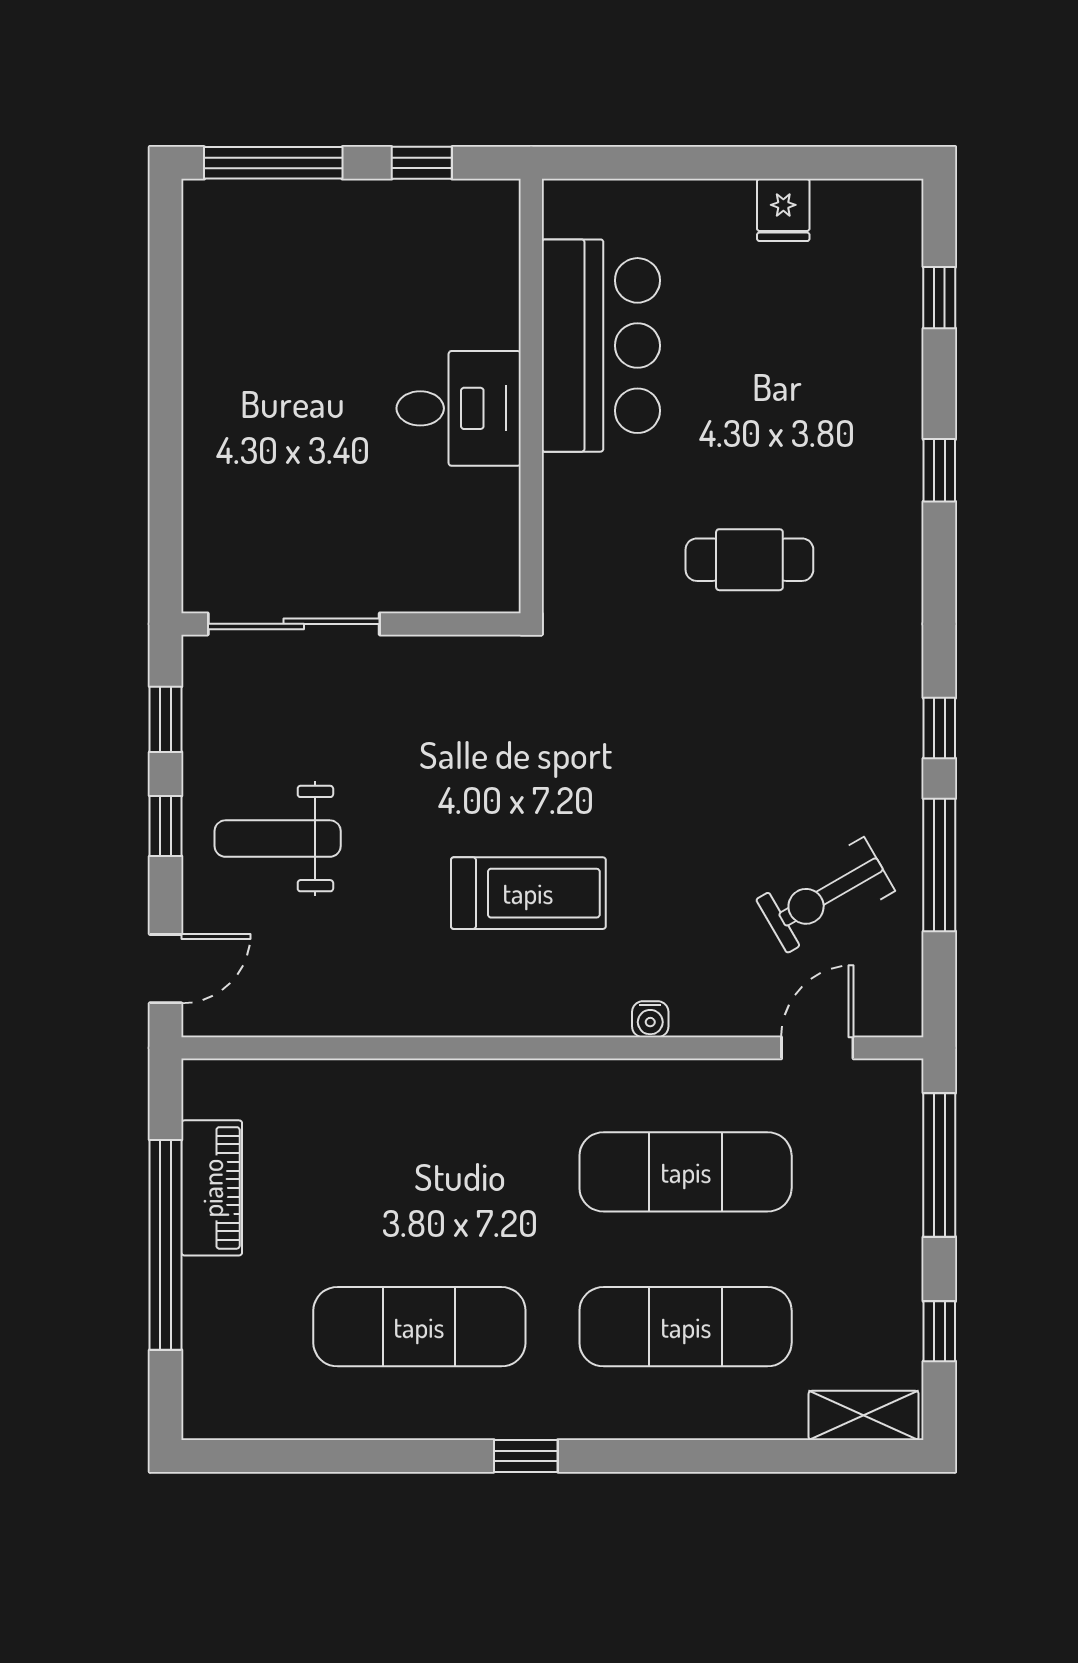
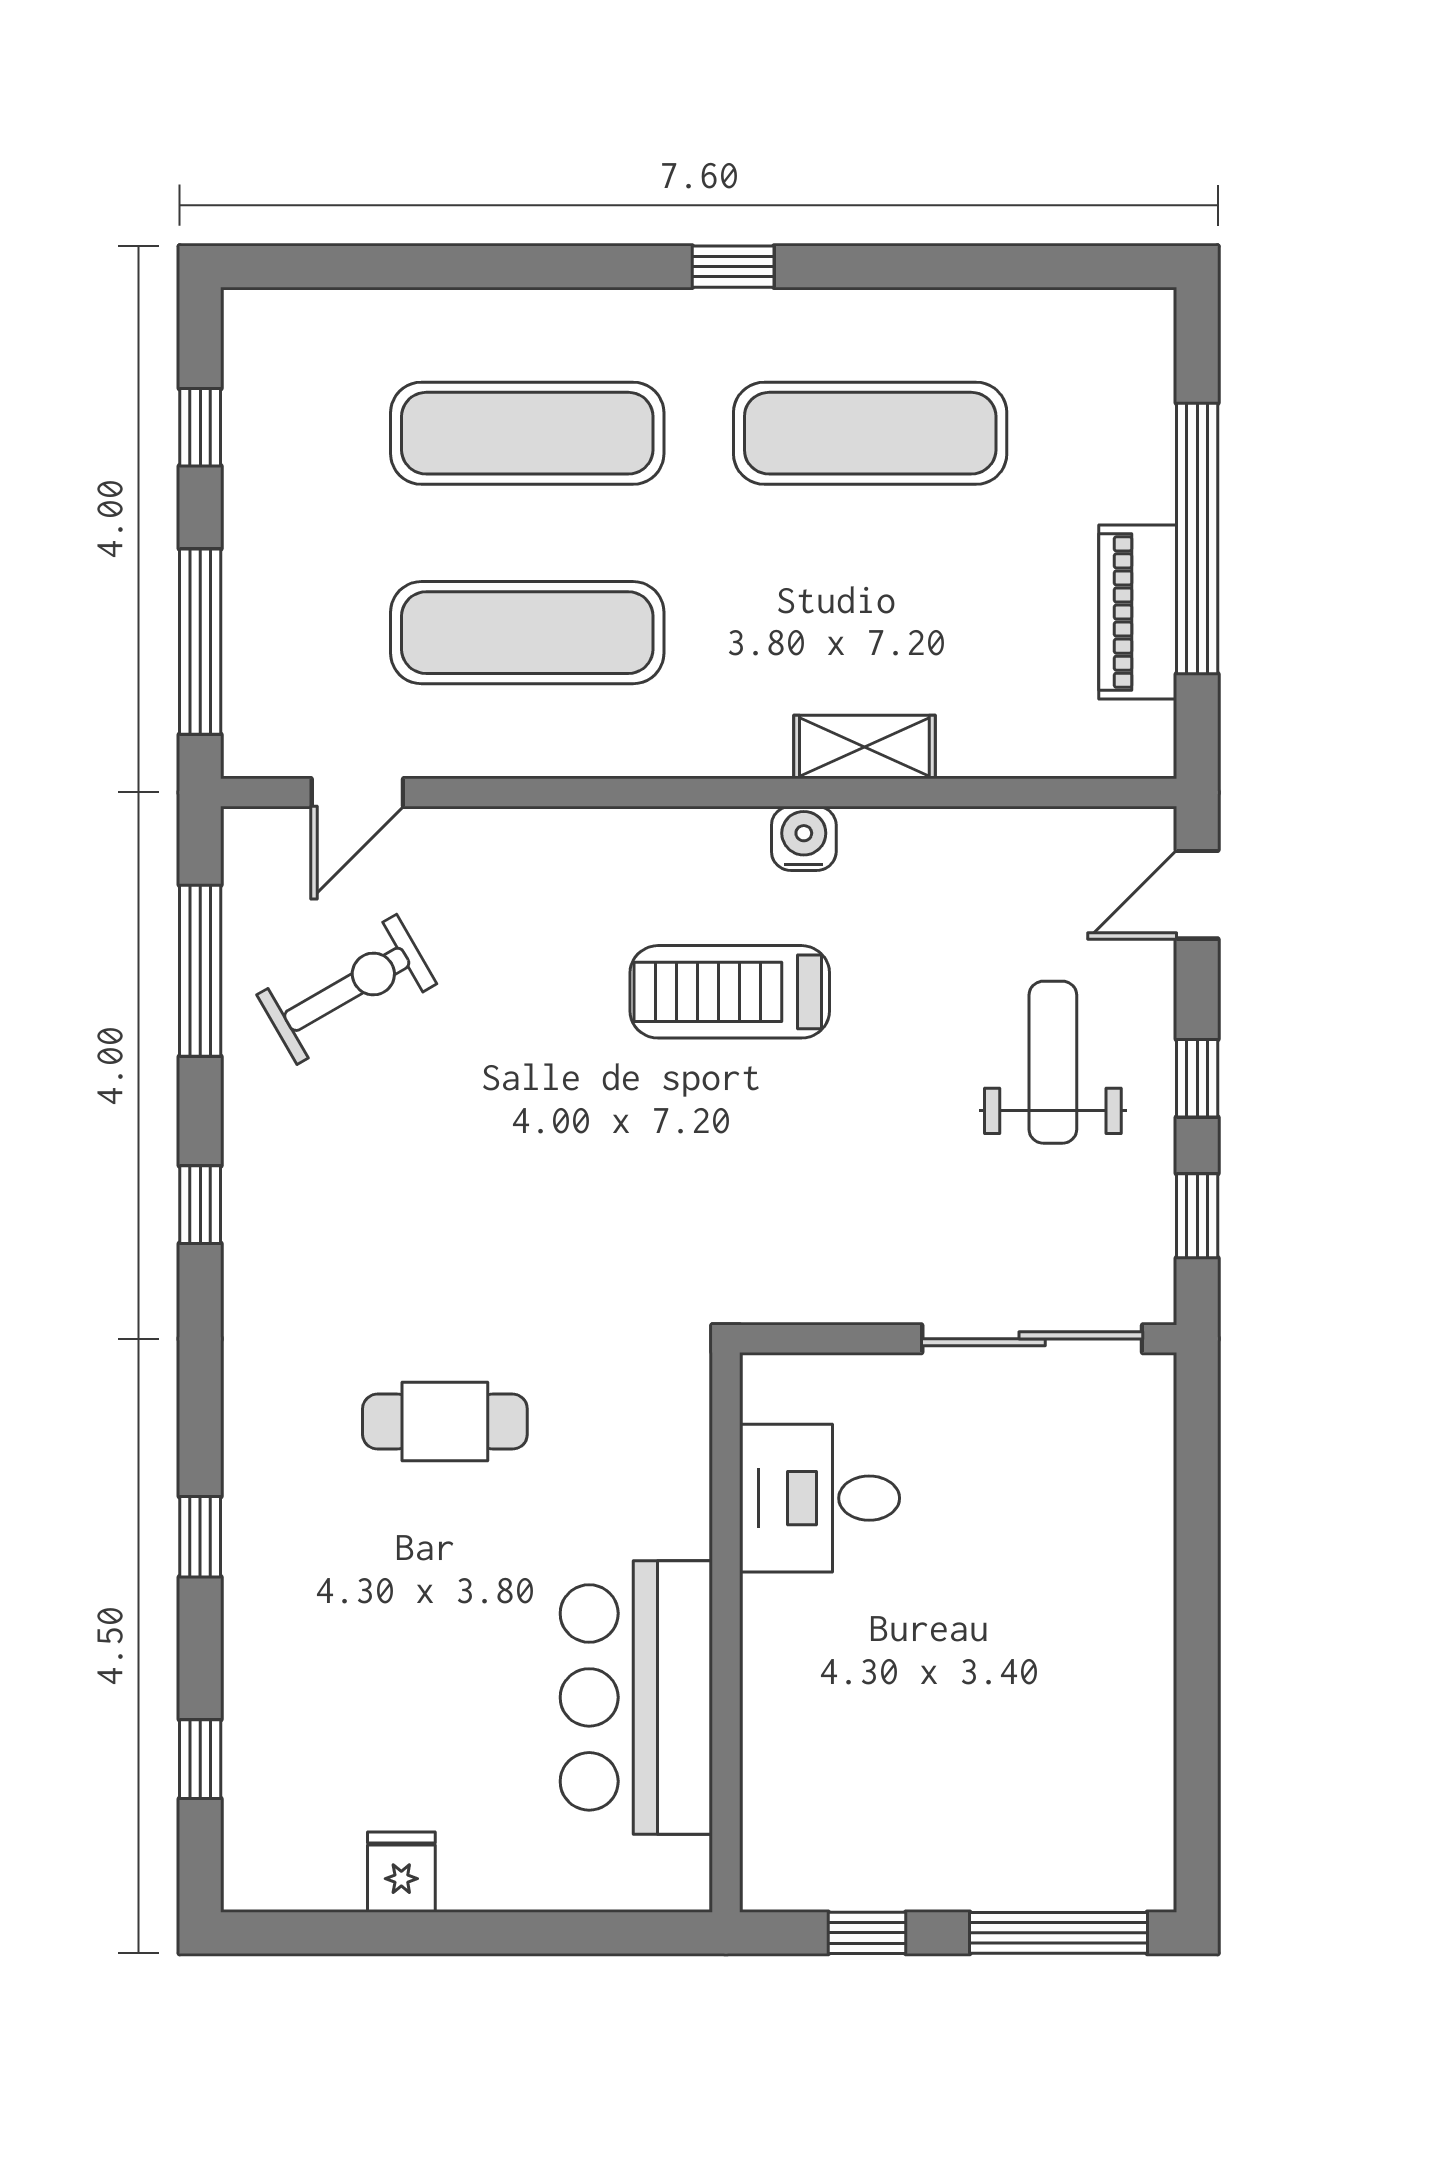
desk: (459, 408) -> (820, 1498), moved
weight bench: (278, 839) -> (1053, 1062), turned -90
window: (939, 865) -> (200, 971), moved
water cooler: (650, 1019) -> (804, 838), moved, width x1.38, depth x1.38
shelving: (864, 1415) -> (864, 747), moved

